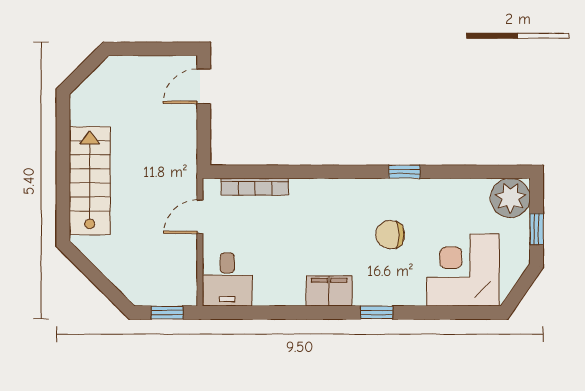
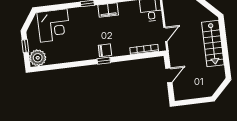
door: (204, 86) -> (169, 75), moved
window: (404, 172) -> (104, 61), moved
chair: (390, 235) -> (105, 50), moved

